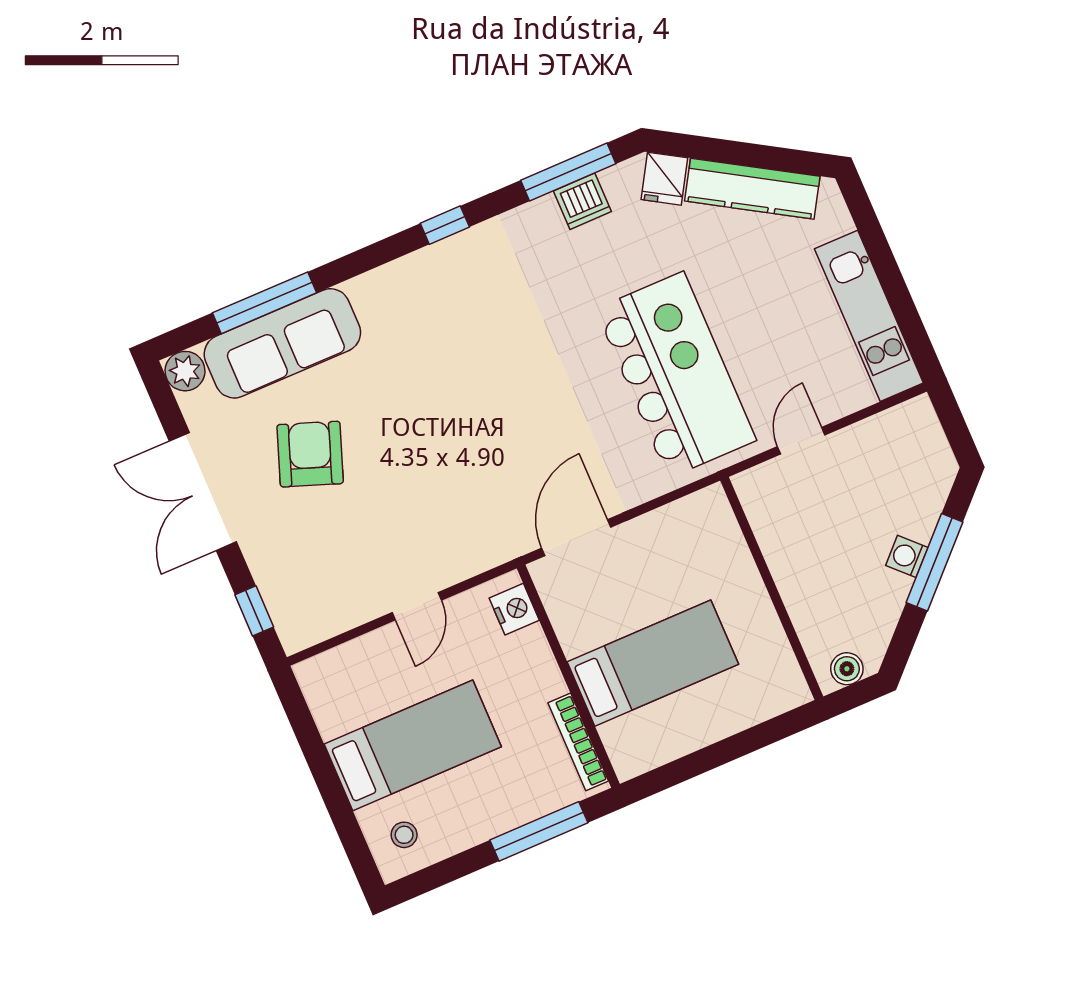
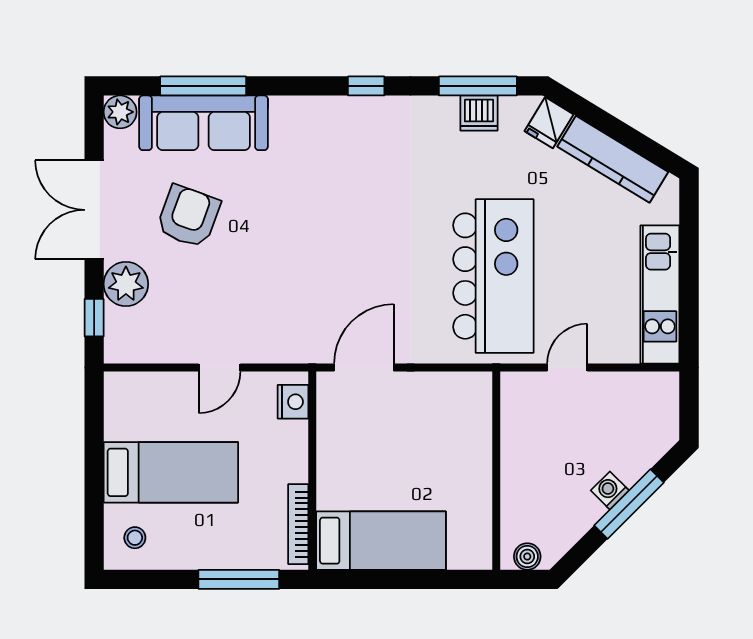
plant: (273, 559) -> (126, 284), added
bed: (653, 663) -> (381, 541), moved

